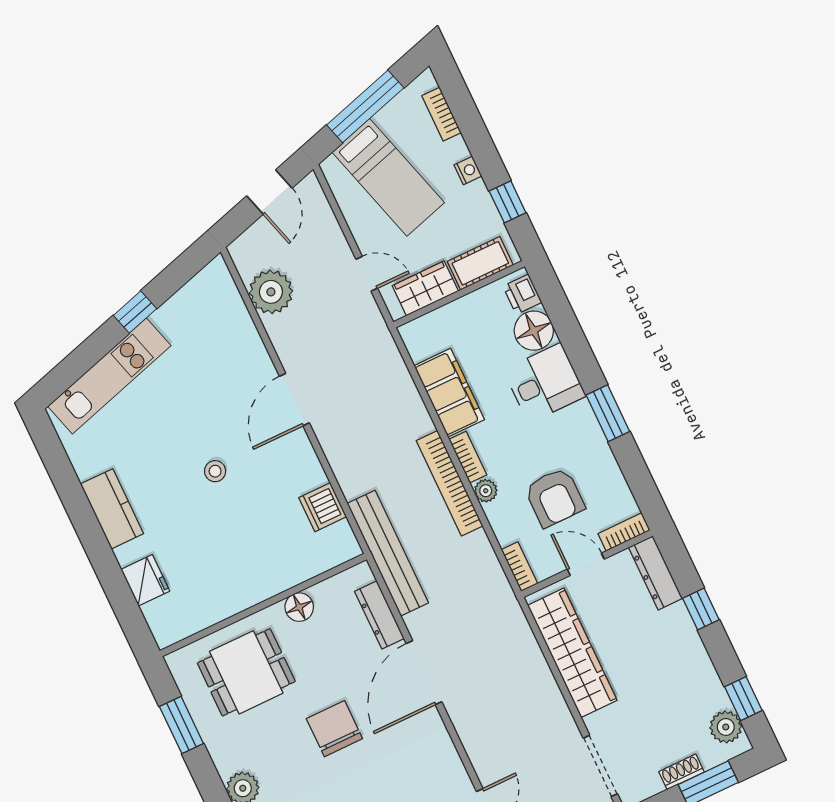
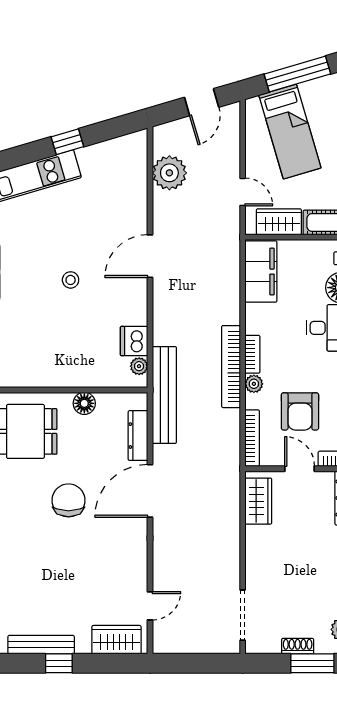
filing cabinet: (449, 393) -> (261, 272), moved
plant: (342, 534) -> (139, 366), added
bookcase: (519, 567) -> (252, 438), width x1.56
wardrobe: (572, 653) -> (258, 501), width x0.48, depth x0.85

